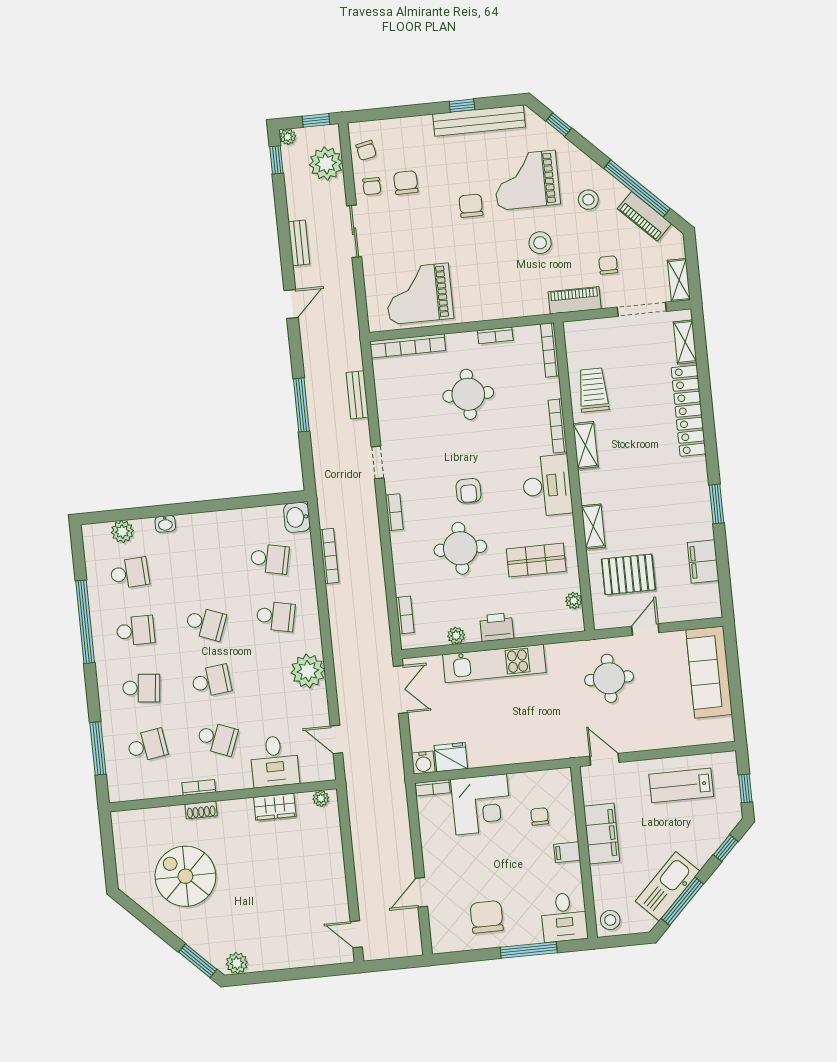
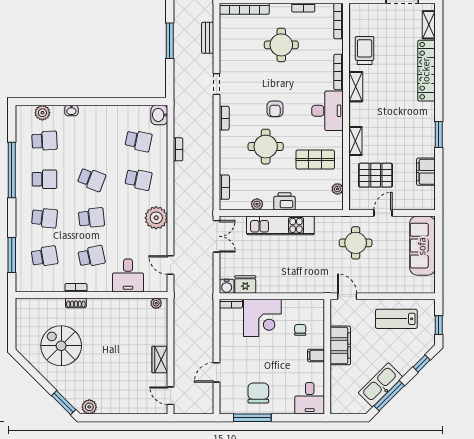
bookcase: (329, 556) -> (178, 149), width x0.64
school desk: (217, 738) -> (91, 256), turned -33
wardrobe: (275, 807) -> (160, 359), moved, turned 90
stool: (610, 920) -> (340, 403), removed
window: (529, 950) -> (252, 418), moved

